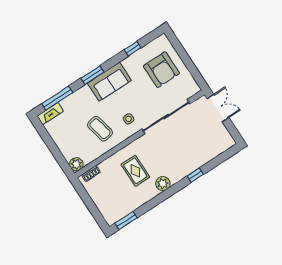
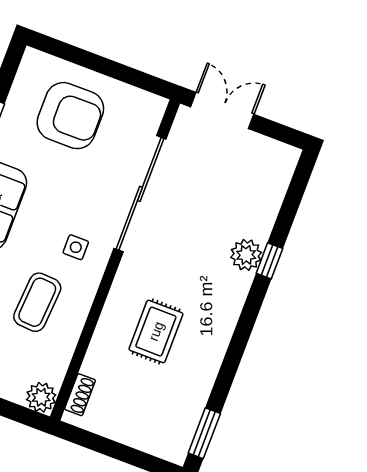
coffee table: (100, 129) -> (37, 302), turned -74
rug: (135, 171) -> (156, 331), turned 90
plant: (163, 184) -> (246, 255), moved

